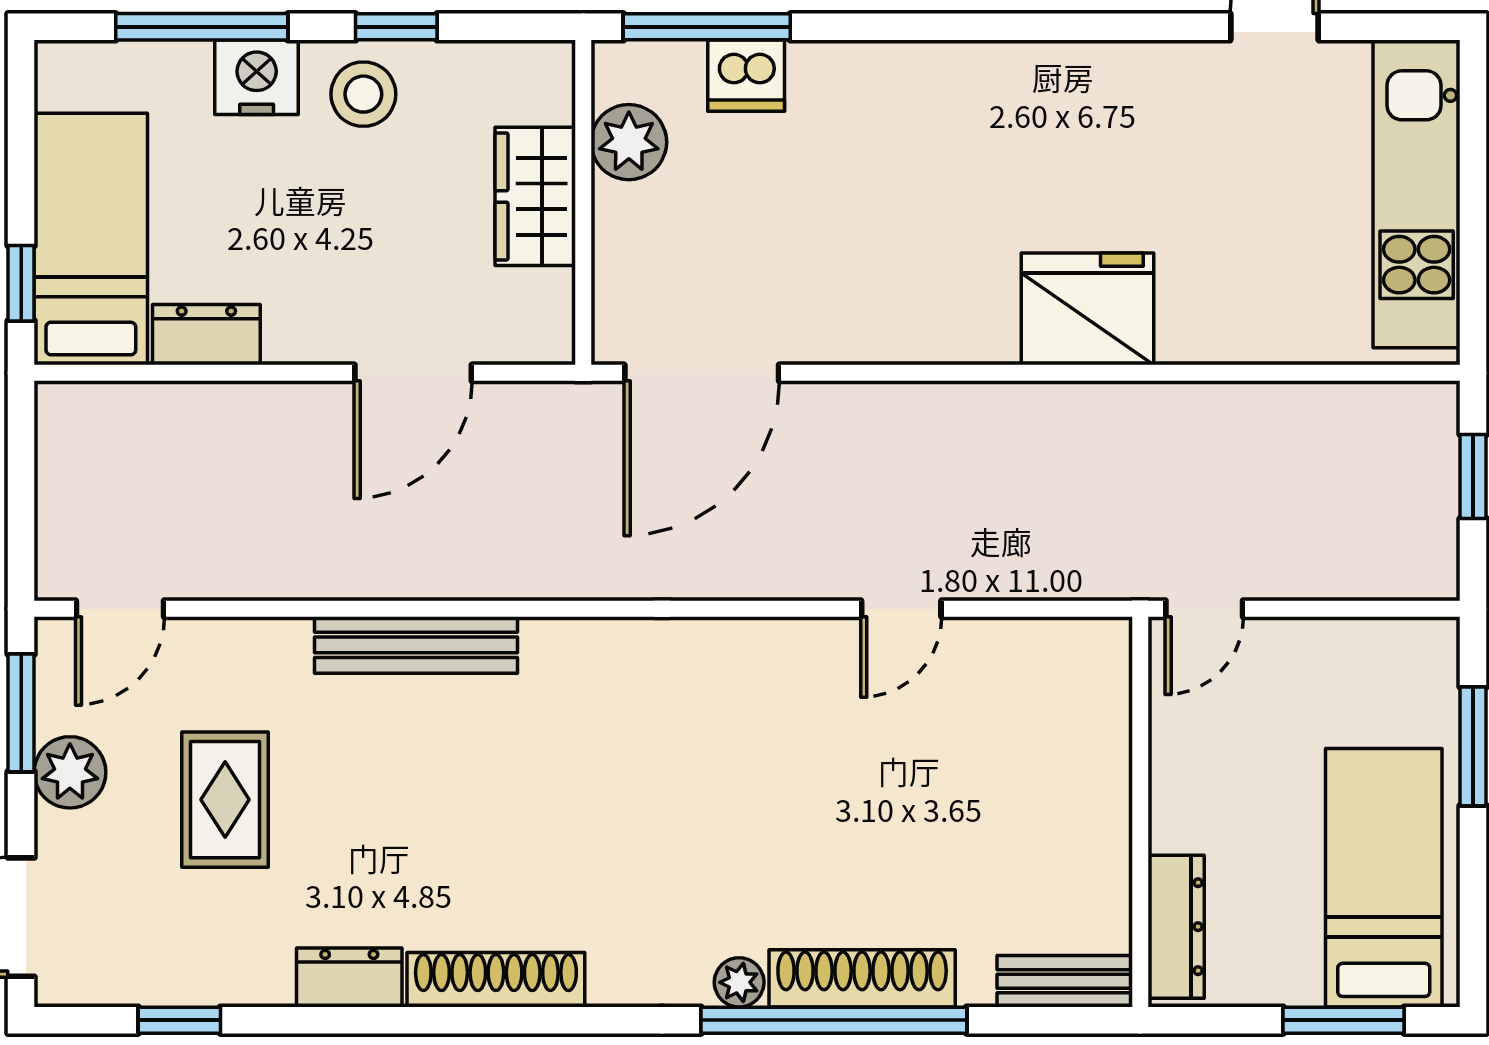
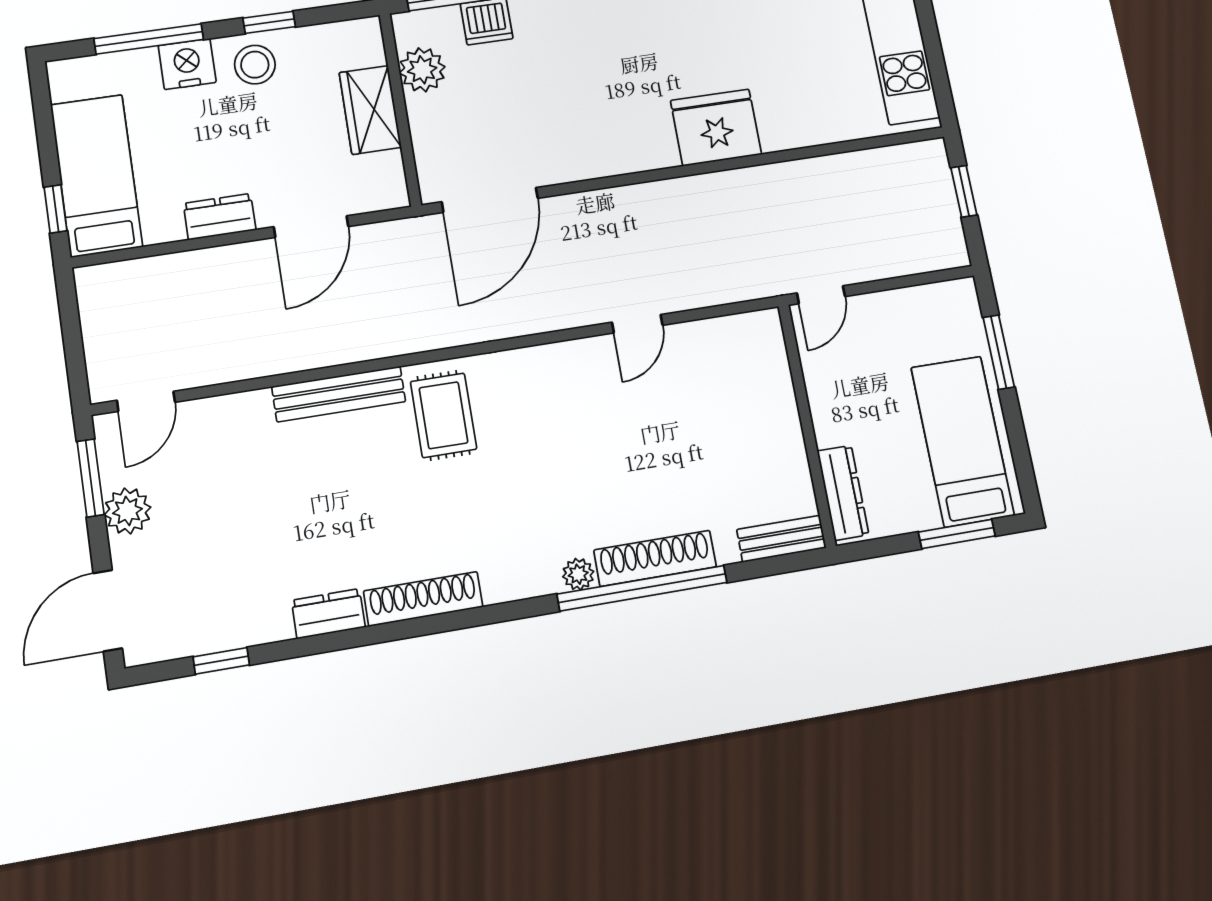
dresser: (206, 335) -> (220, 217), moved
rug: (225, 800) -> (443, 415), moved

